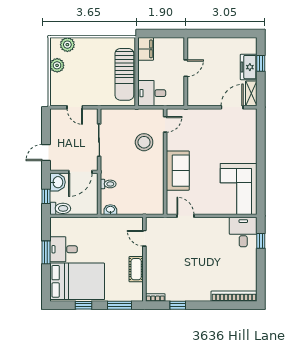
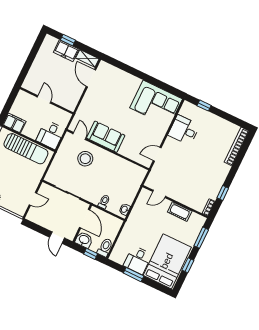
sofa: (178, 171) -> (106, 137), moved
desk: (243, 232) -> (184, 130), moved

